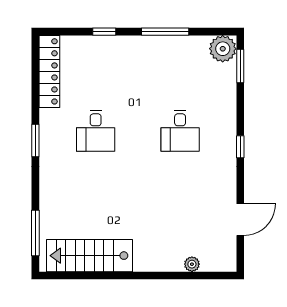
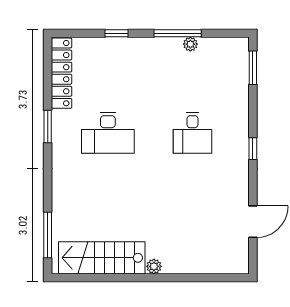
plant: (223, 49) -> (190, 44), moved, width x0.53, depth x0.53
desk: (96, 131) -> (108, 133), width x1.37
window: (35, 140) -> (48, 126), moved
plant: (192, 264) -> (154, 266), moved

